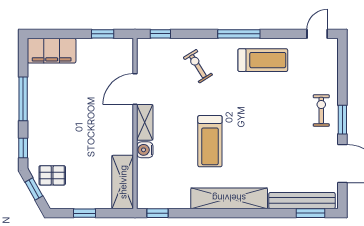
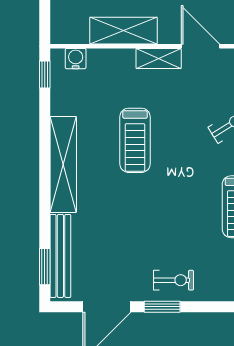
treadmill: (210, 141) -> (135, 140), turned -90
water cooler: (145, 150) -> (76, 59), moved
shelving: (123, 182) -> (123, 31), moved

